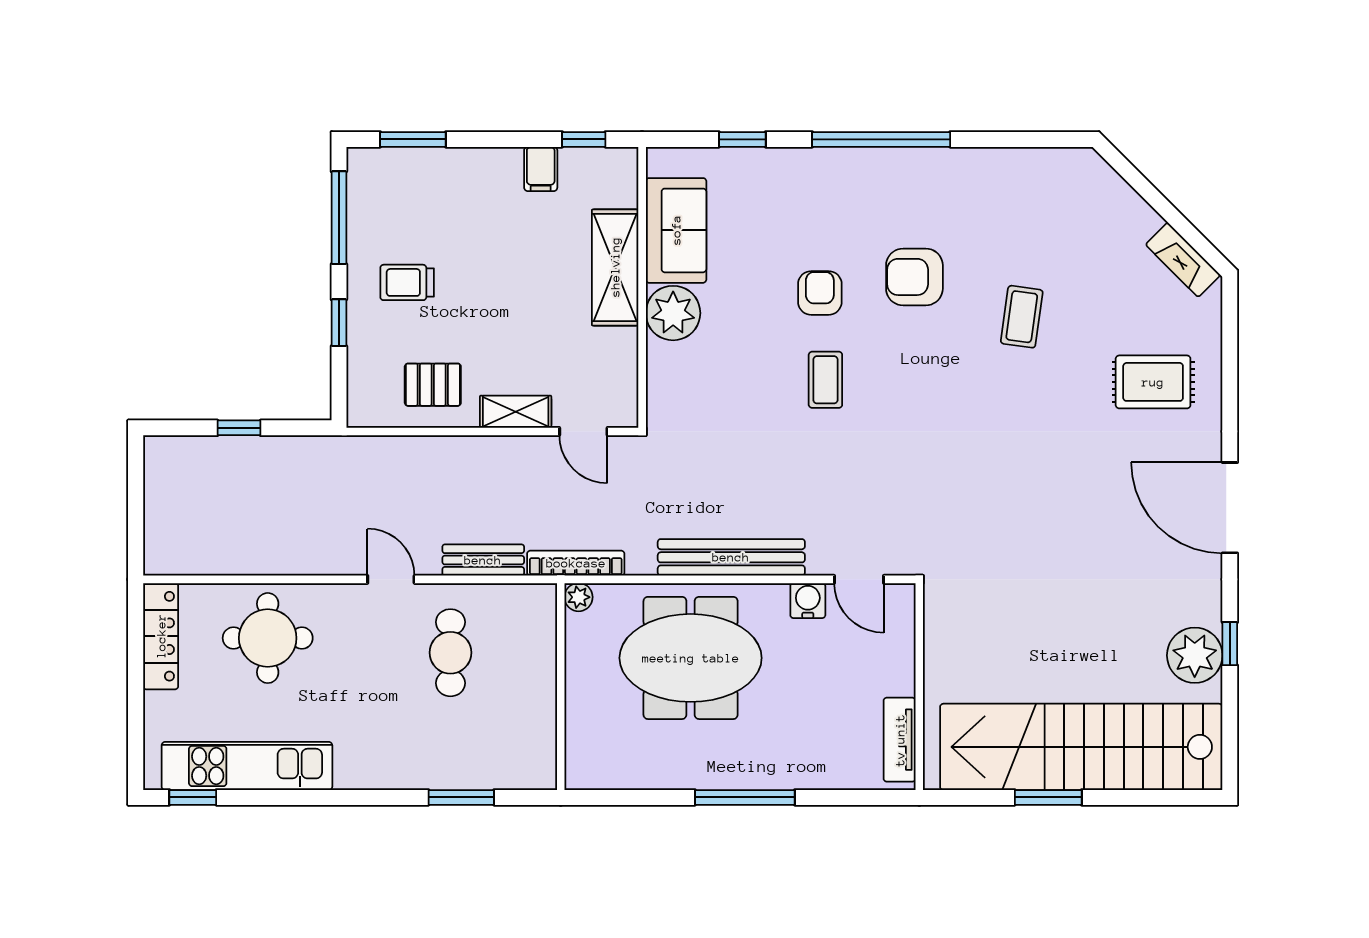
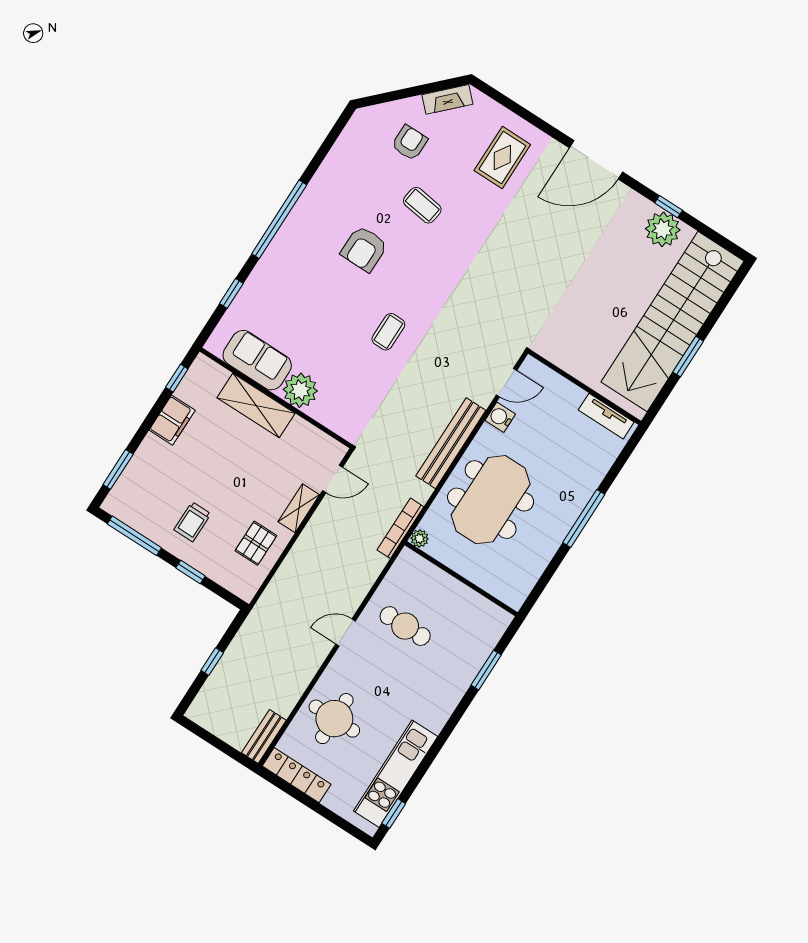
filing cabinet: (541, 169) -> (172, 420), width x2.00
armchair: (820, 293) -> (410, 143), moved, turned 90
coffee table: (825, 380) -> (388, 332), turned 90
bench: (483, 560) -> (264, 736), moved

